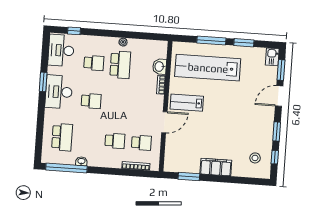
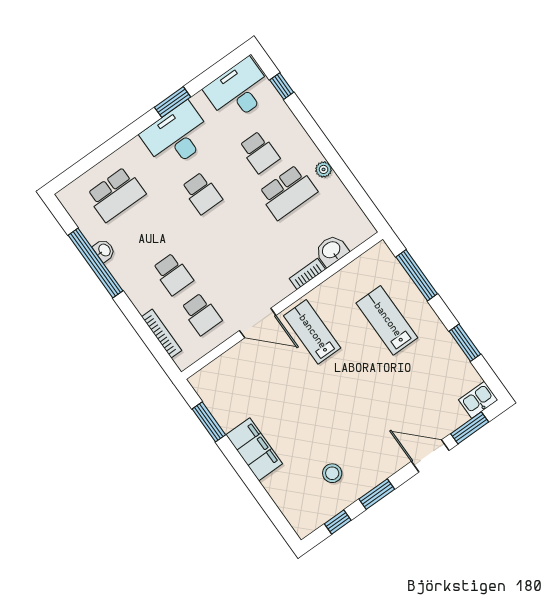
window: (211, 41) -> (417, 275), moved
lab bench: (208, 68) -> (387, 320), width x0.54, depth x0.72
stool: (255, 158) -> (332, 473), moved
window: (66, 168) -> (95, 263), moved

